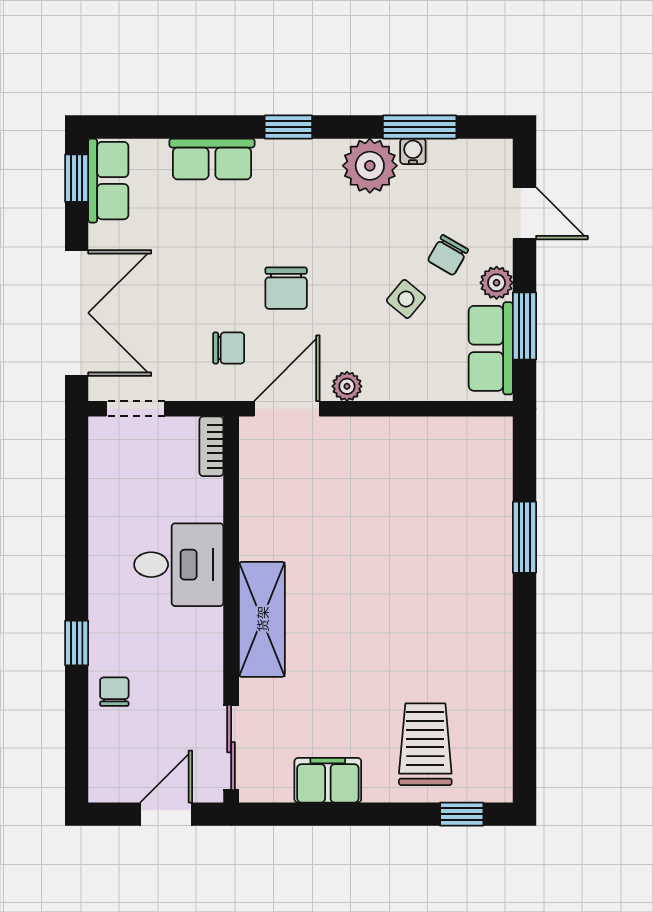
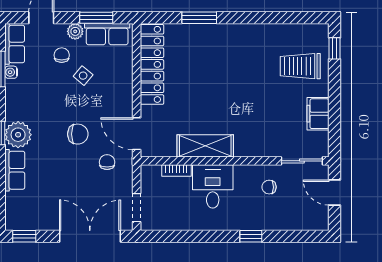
plant: (370, 166) -> (18, 135), moved
row of seats: (108, 181) -> (15, 44), moved, turned 90
chair: (448, 255) -> (62, 55), turned -120
plant: (347, 386) -> (126, 104), removed
locker: (429, 440) -> (152, 64), added
bookcase: (211, 446) -> (176, 171), moved
shelving: (262, 619) -> (205, 146), moved
chair: (114, 692) -> (269, 187), moved

